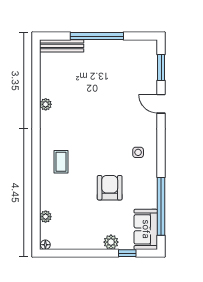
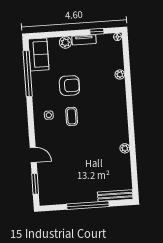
coffee table: (61, 162) -> (72, 116), moved
armchair: (110, 188) -> (69, 86), turned -90
plant: (46, 217) -> (120, 74), moved
tv unit: (88, 244) -> (84, 40), added
window: (127, 253) -> (97, 31), moved

